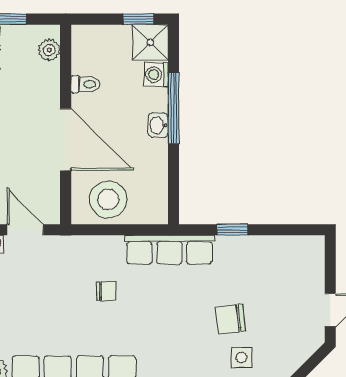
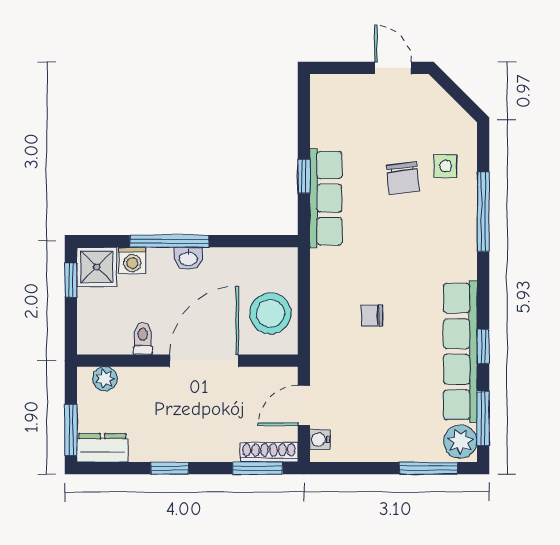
row of seats: (169, 250) -> (326, 198), moved
chair: (106, 291) -> (372, 316), turned -90

